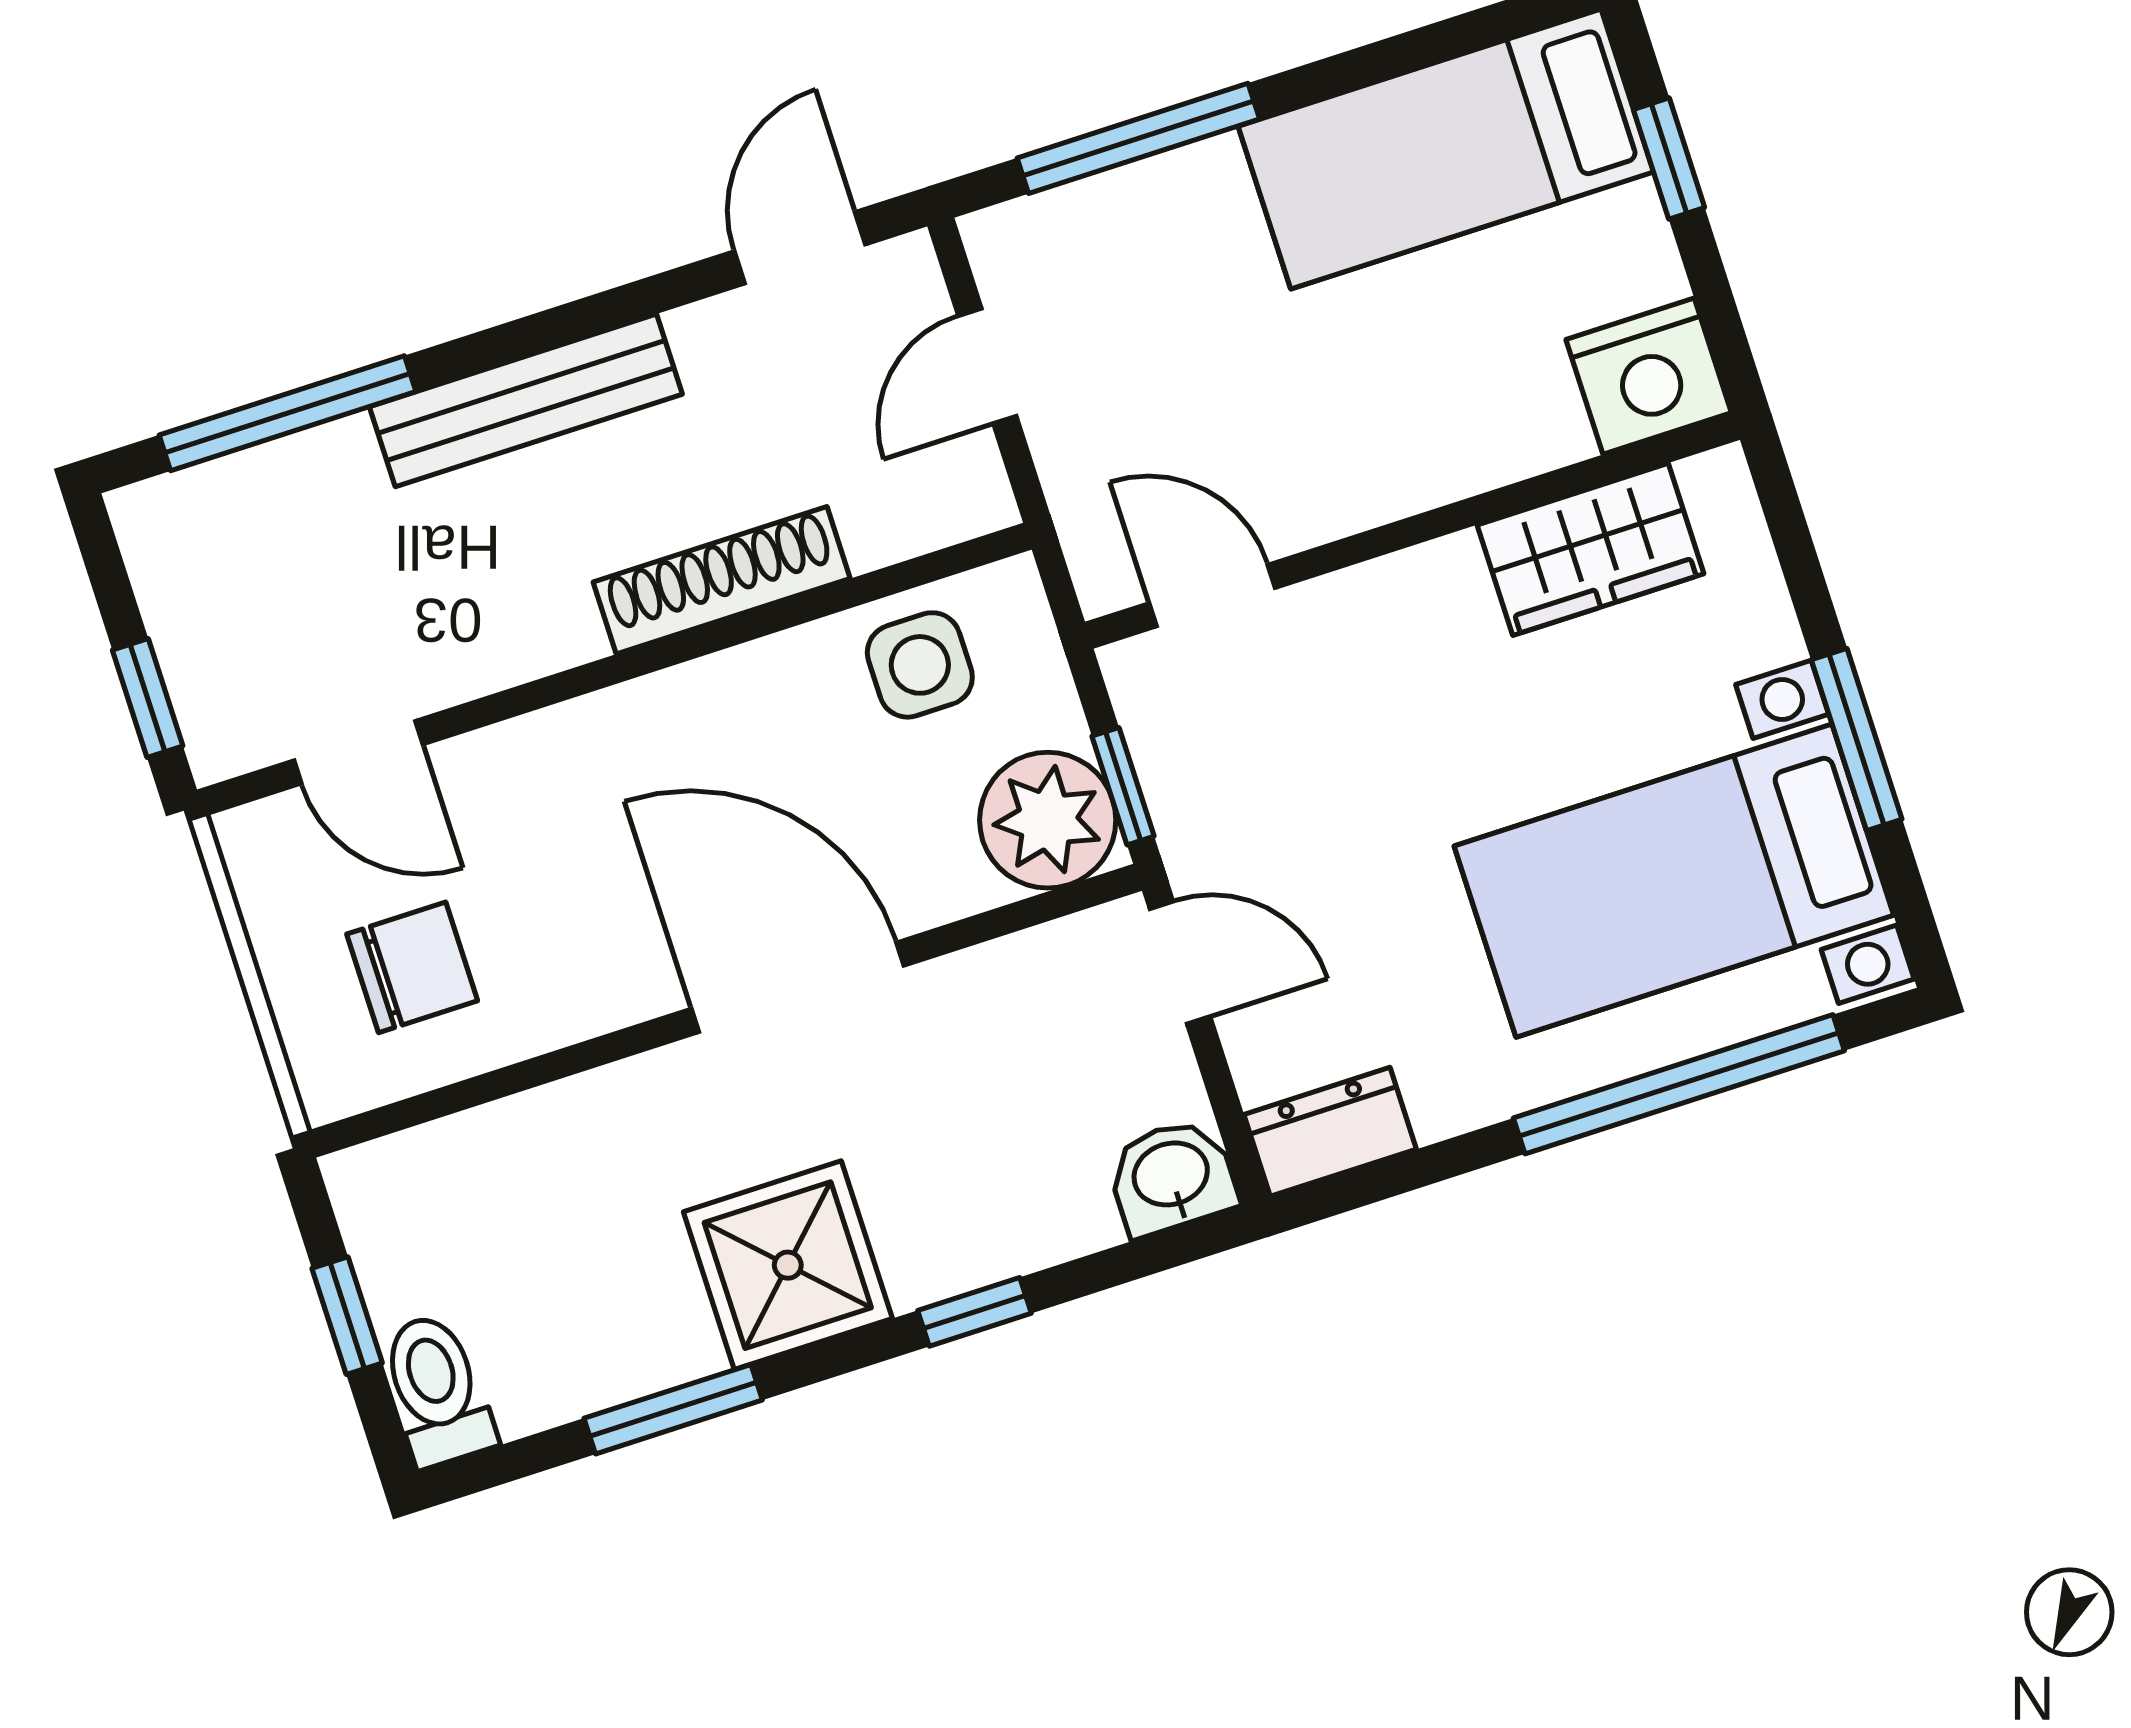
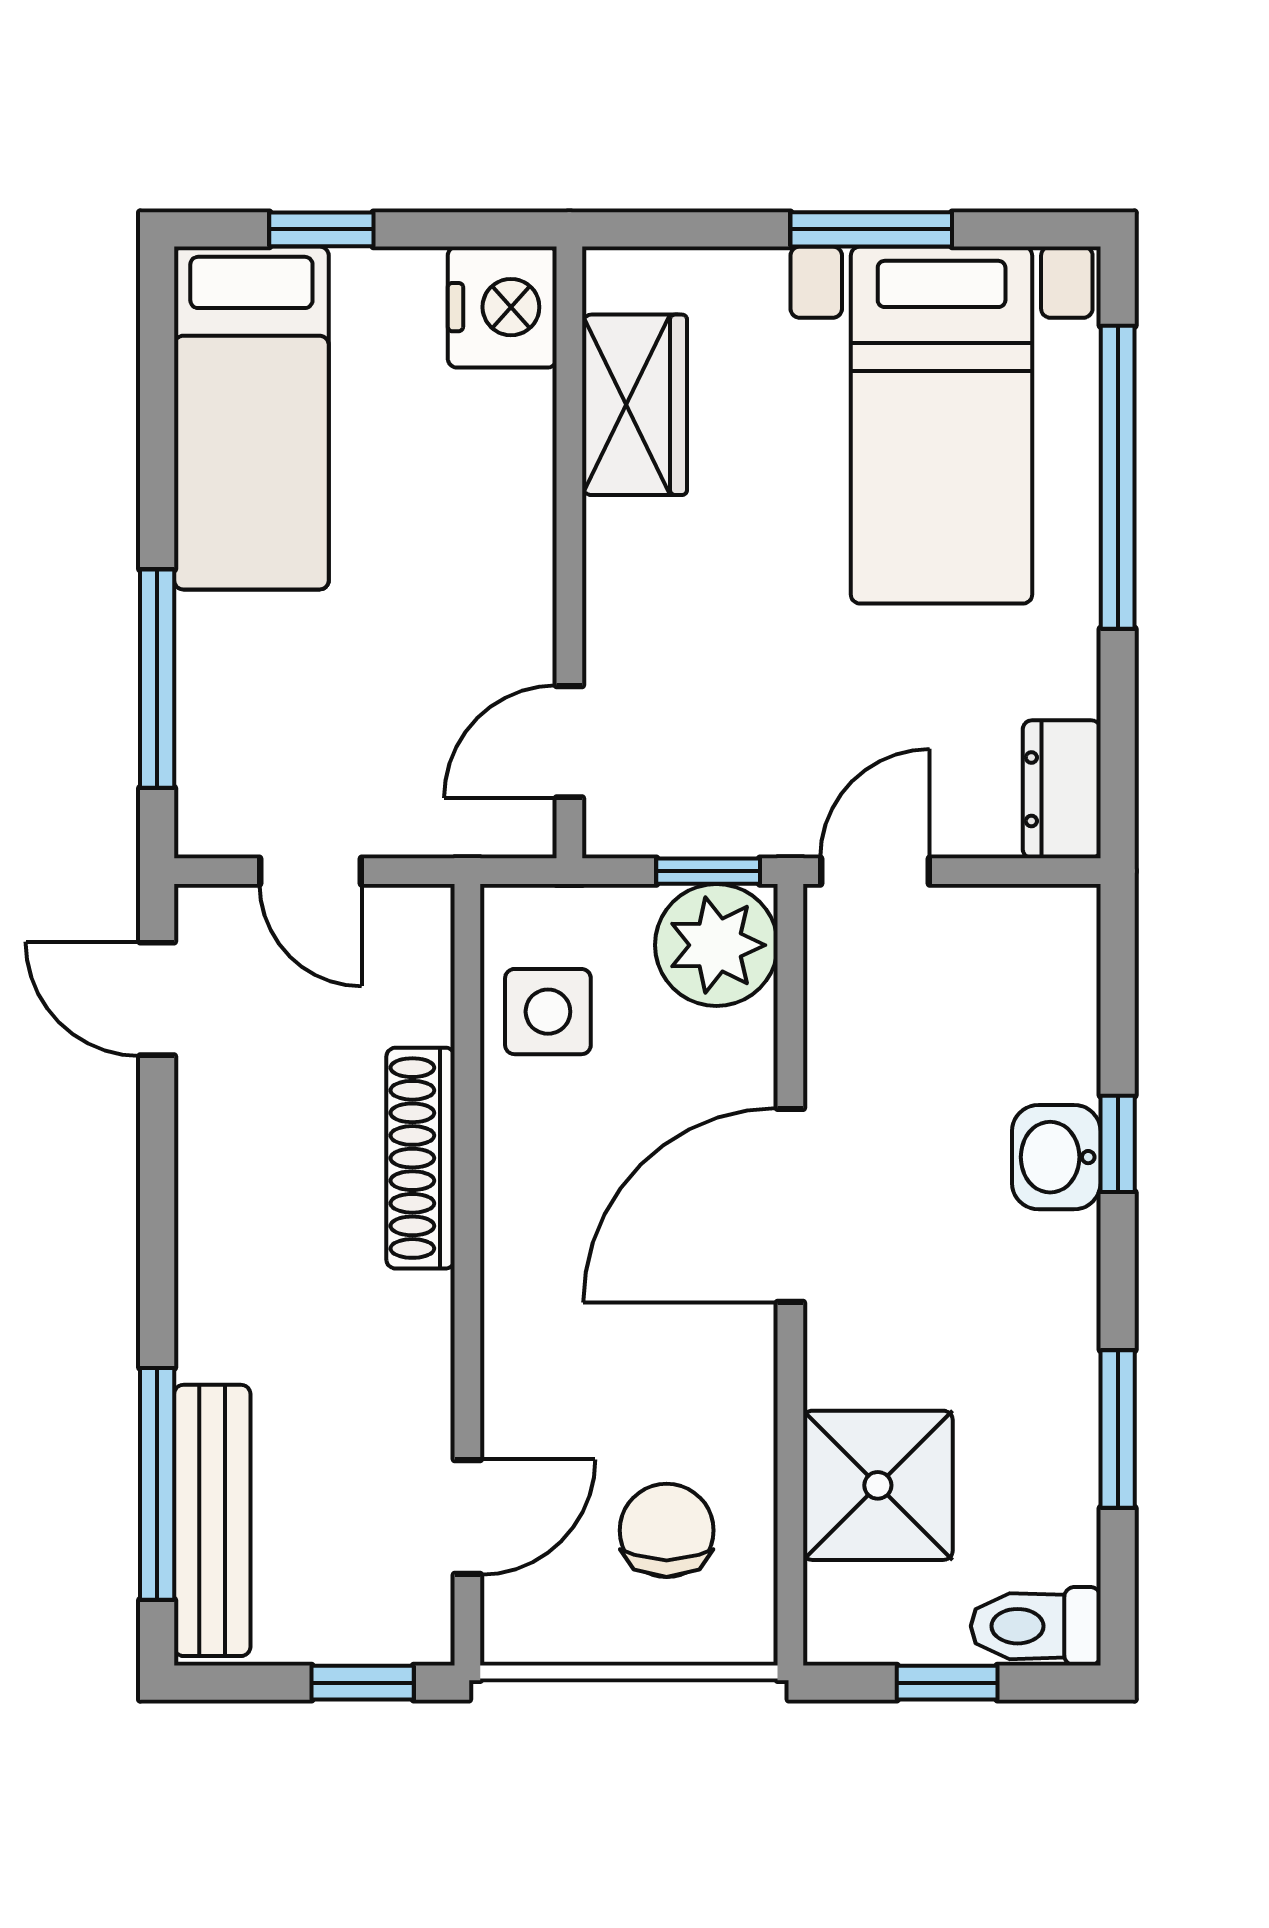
bench: (526, 400) -> (212, 1520), moved
washbasin: (1172, 1177) -> (1056, 1157), moved
shower: (788, 1265) -> (878, 1485), moved

